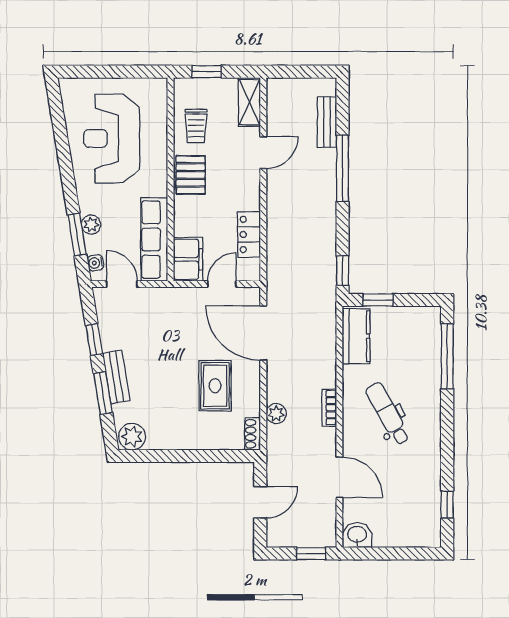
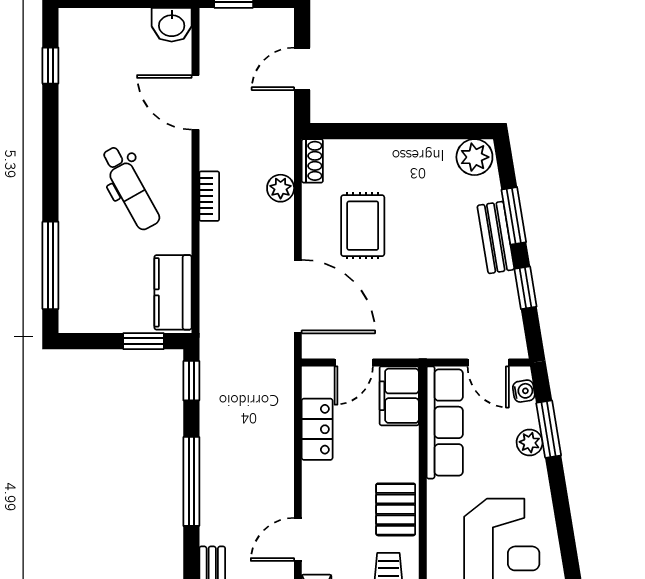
window: (342, 168) -> (191, 481), moved

